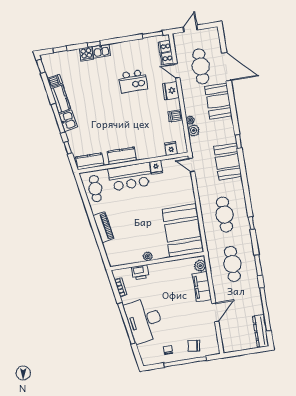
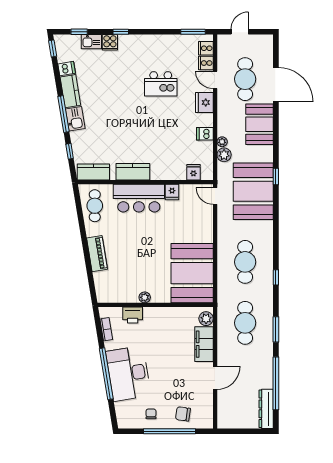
kitchen sink: (101, 51) -> (91, 42), moved
booth: (228, 162) -> (253, 191), width x1.36, depth x1.42

